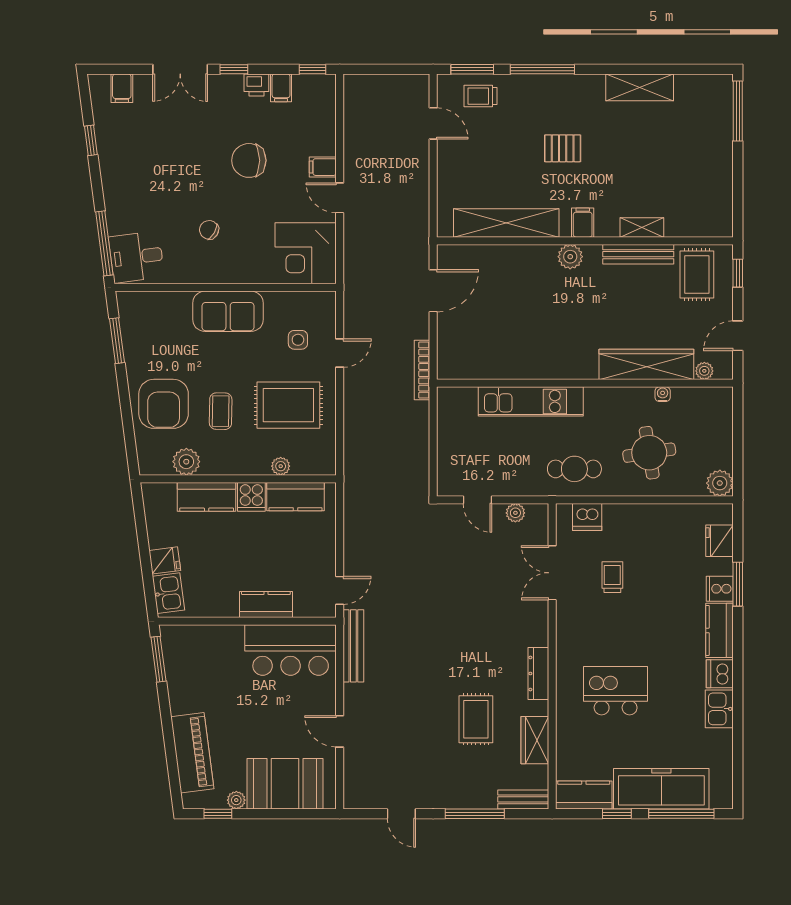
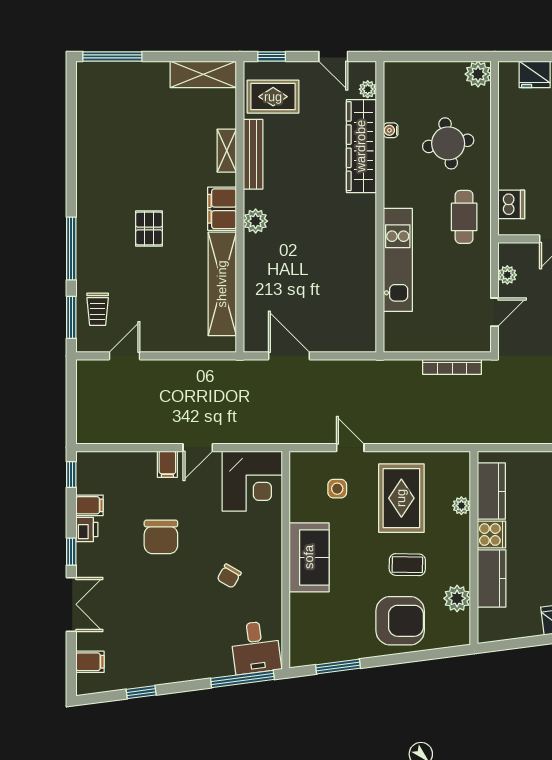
shelving: (640, 87) -> (203, 74), moved, turned 90
filing cabinet: (583, 223) -> (222, 209), width x2.00
bookcase: (422, 370) -> (452, 367), moved

